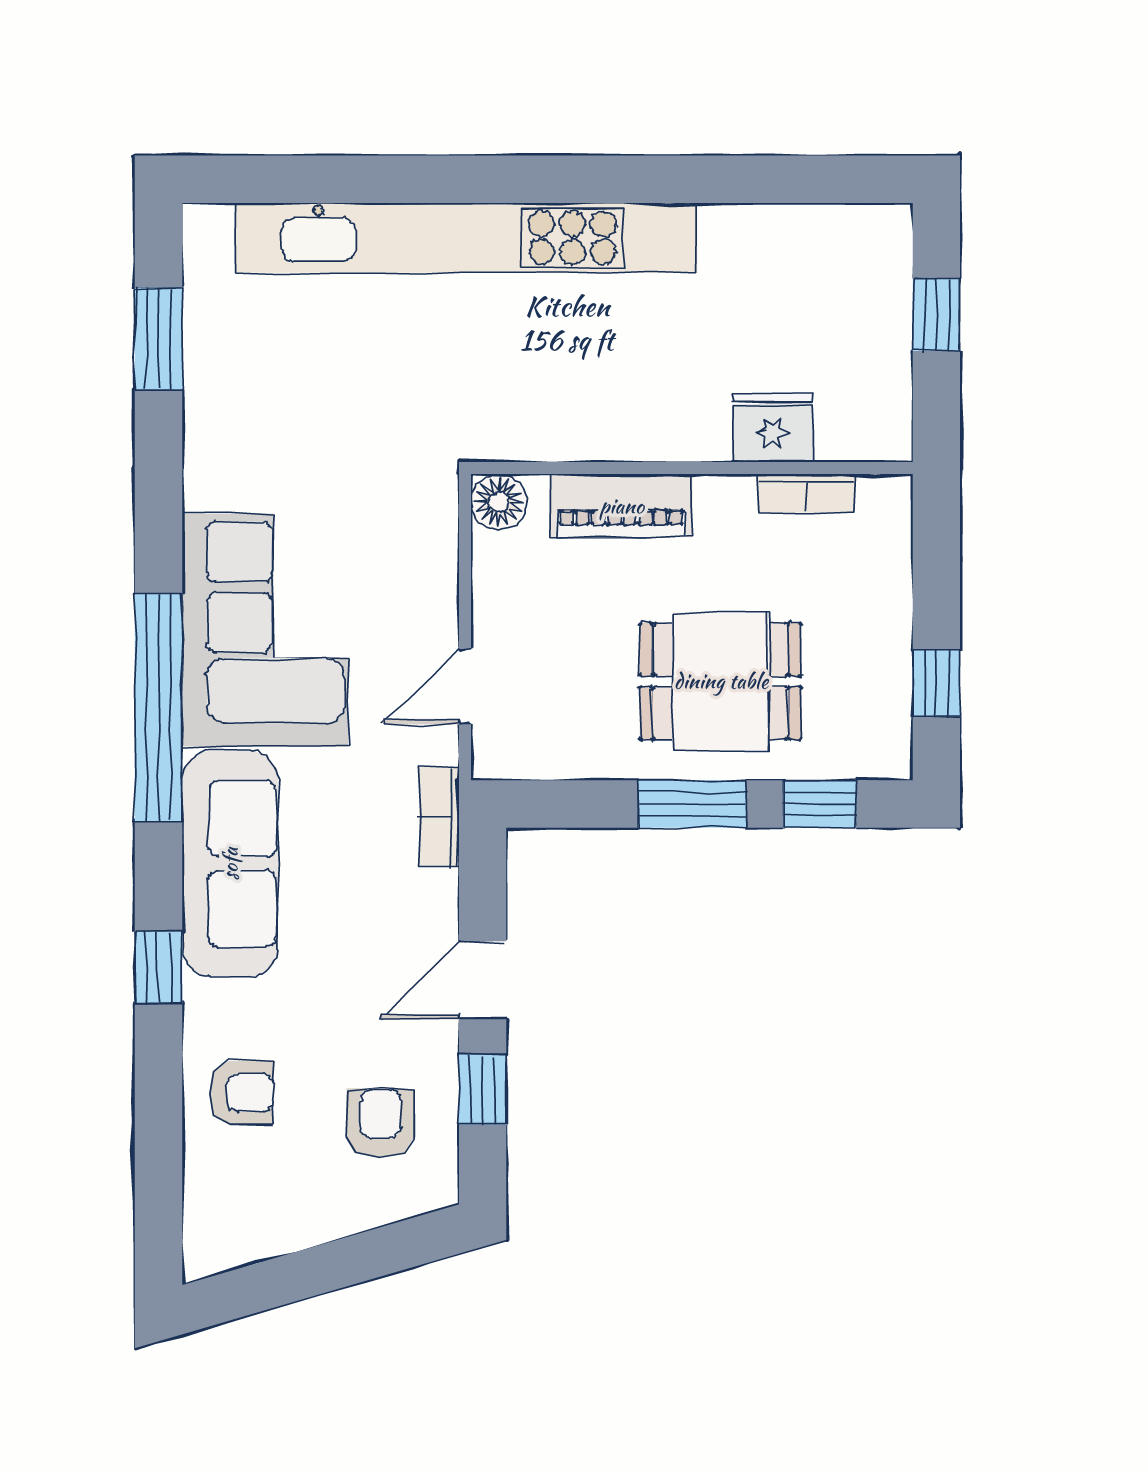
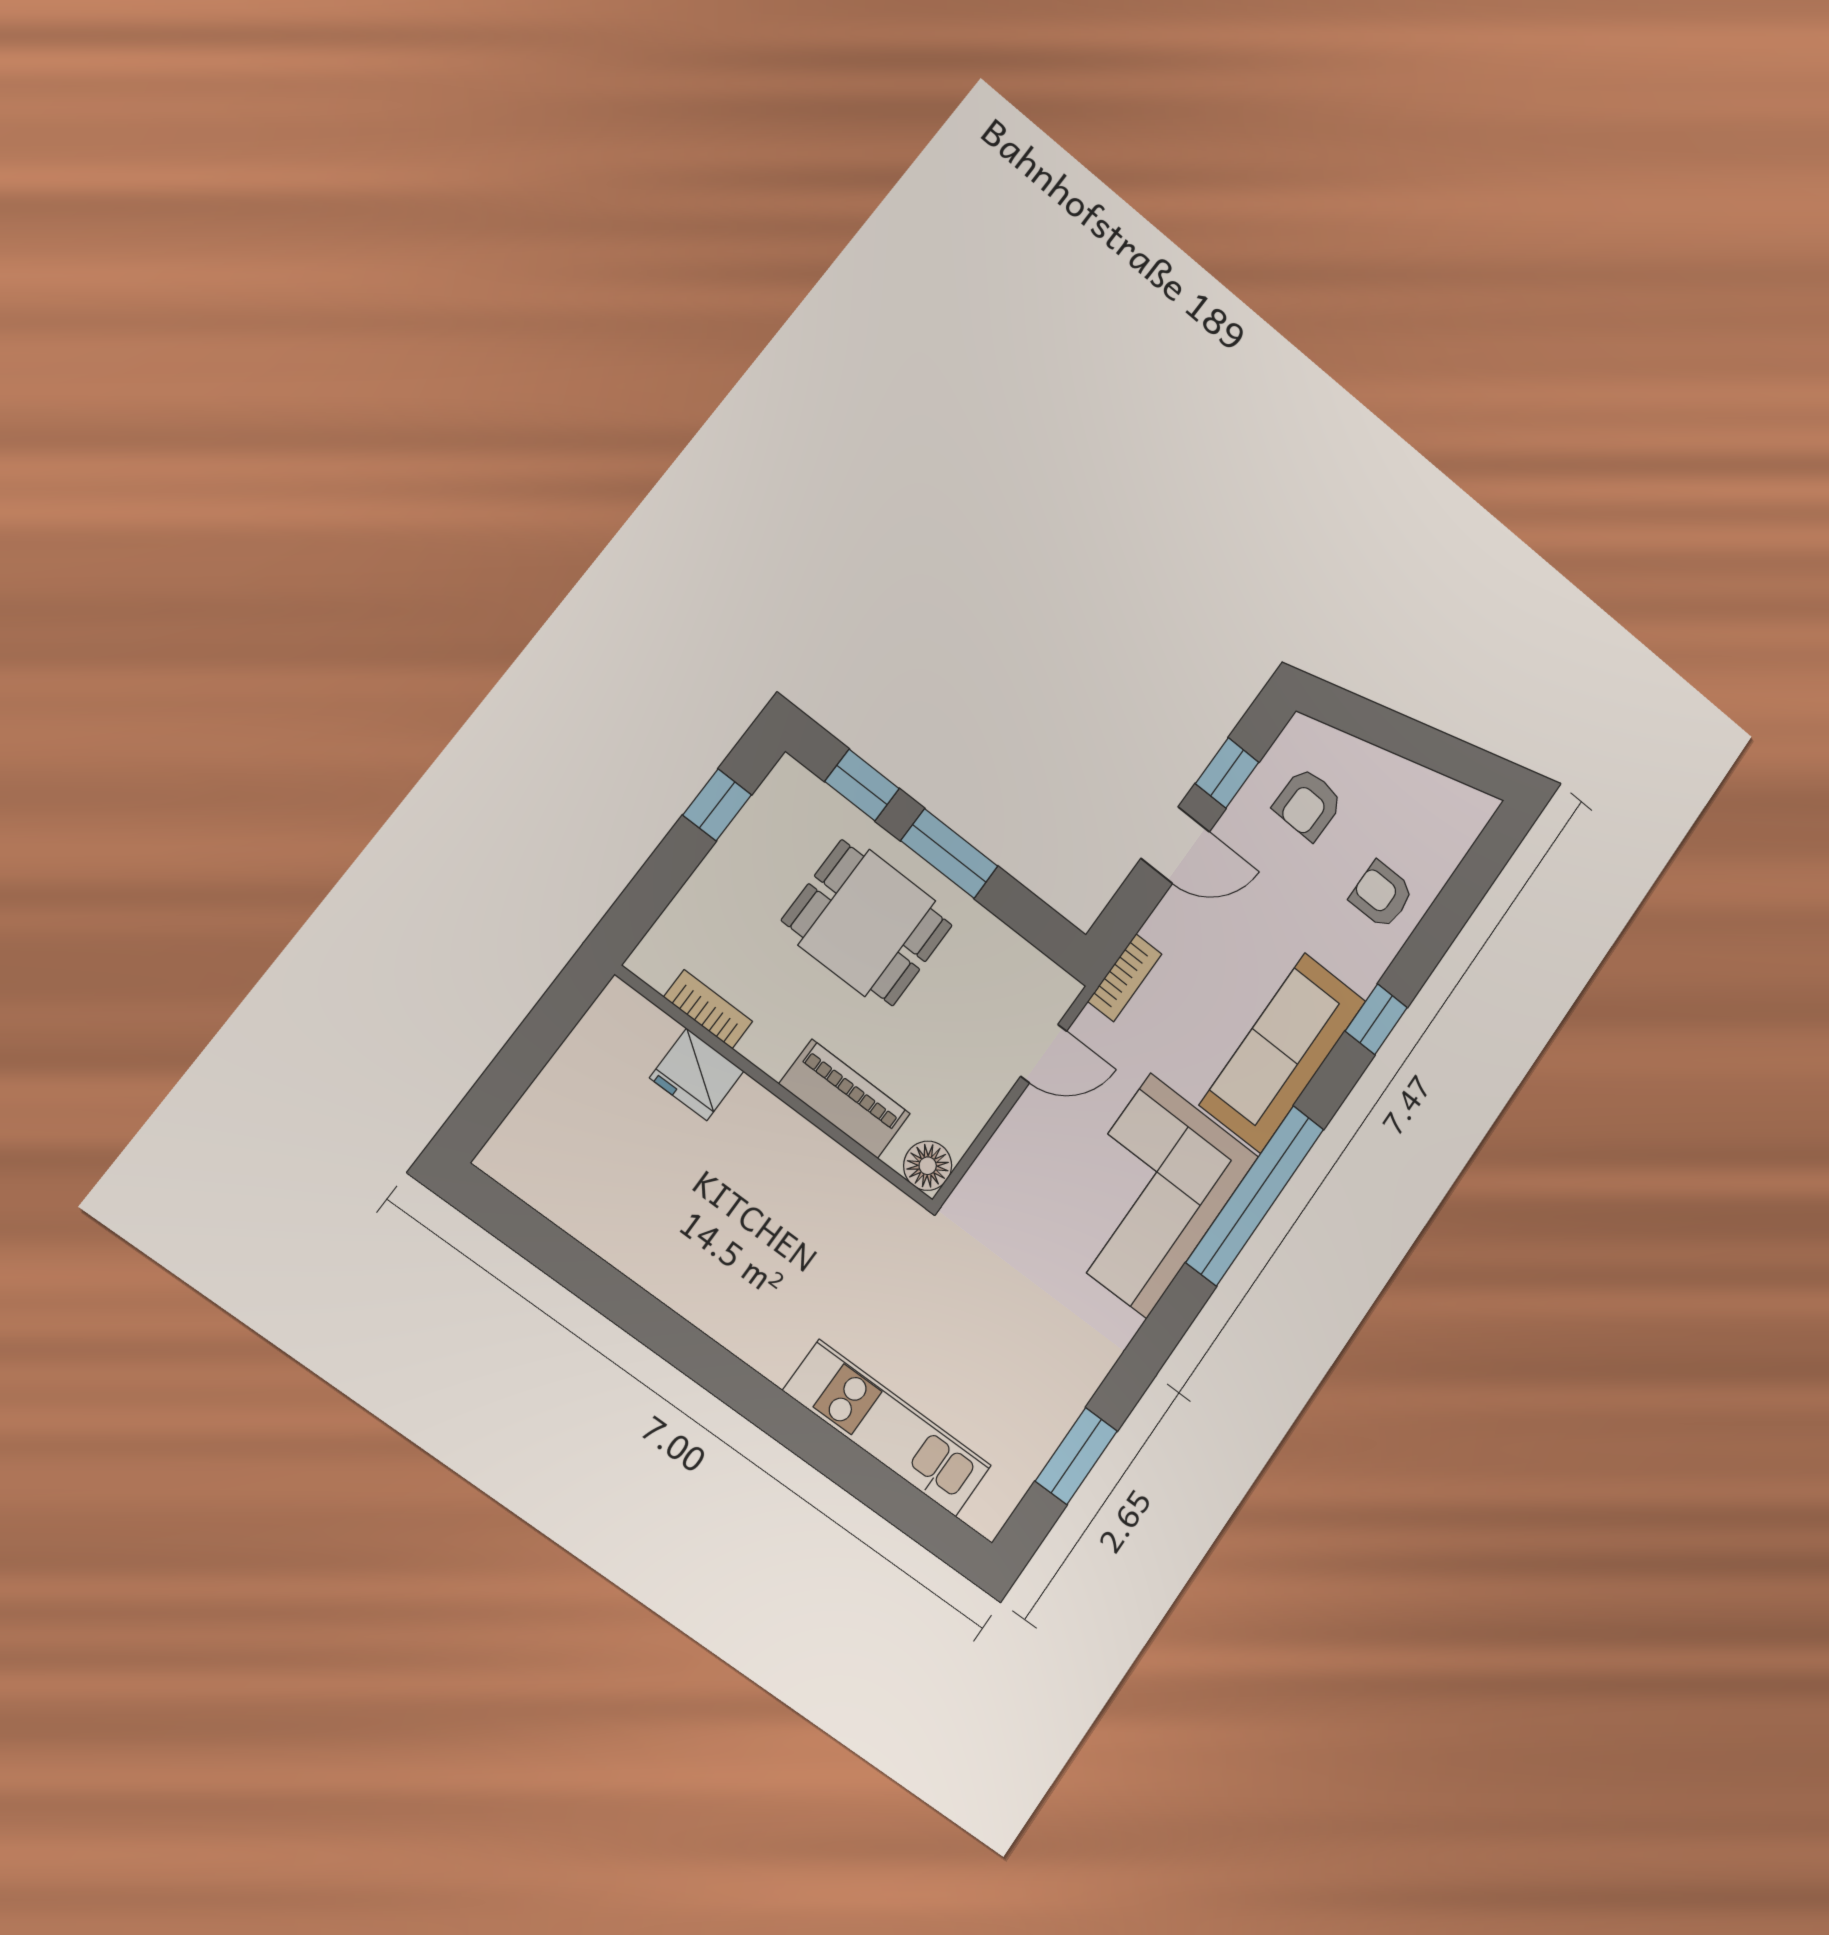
kitchen unit: (466, 238) -> (888, 1428), width x0.54
window: (936, 315) -> (516, 1067), removed

